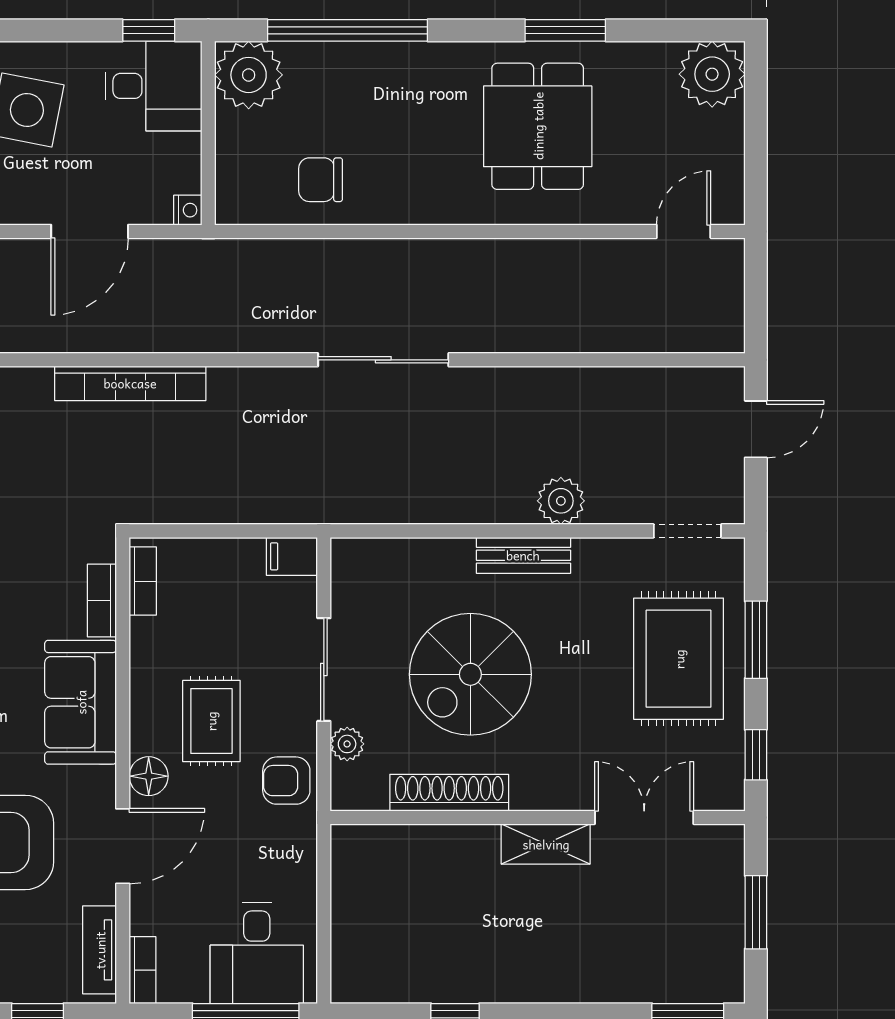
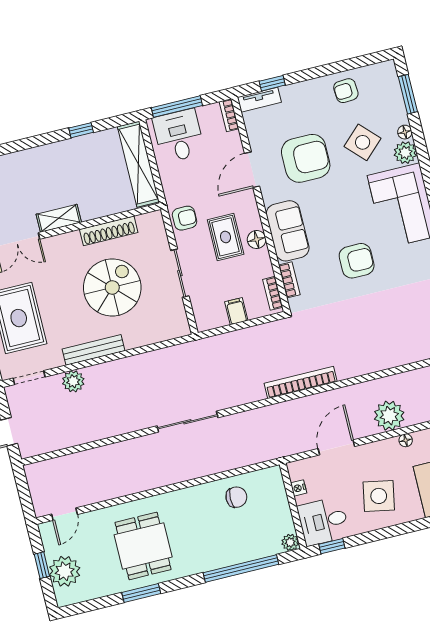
plant: (712, 74) -> (65, 571), moved
plant: (249, 75) -> (290, 542), width x0.53, depth x0.53
window: (756, 138) -> (42, 565), added
nightstand: (188, 210) -> (299, 488), moved
plant: (561, 501) -> (73, 381), moved
bench: (523, 555) -> (93, 350), width x1.36
filing cabinet: (292, 556) -> (236, 311), moved, turned -90
plant: (347, 744) -> (161, 242), removed
floor lamp: (149, 776) -> (257, 240), moved
shelving: (354, 915) -> (138, 164), added
tv unit: (100, 950) -> (259, 100), moved, turned 90

